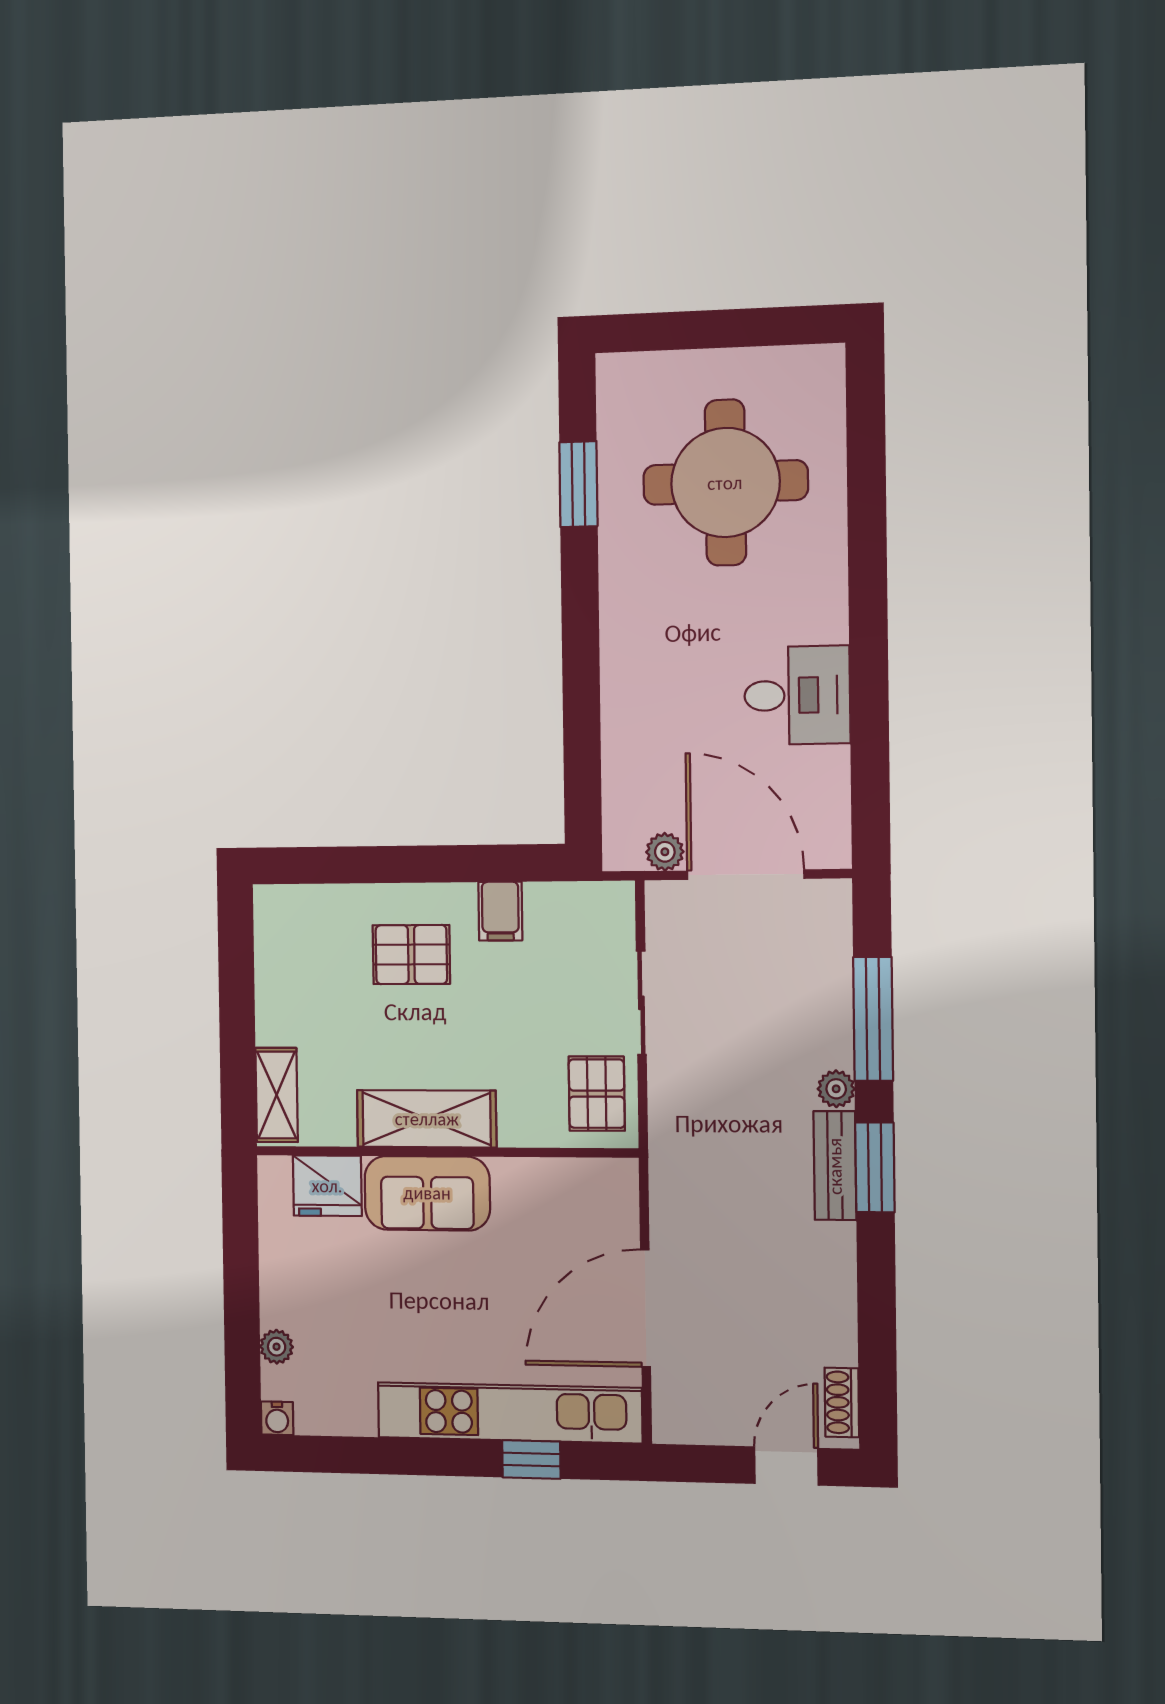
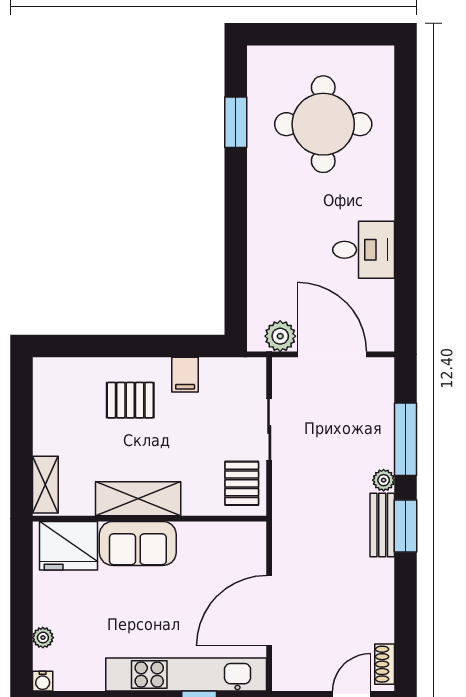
plant: (665, 852) -> (280, 336), width x1.38, depth x1.38
fridge: (327, 1186) -> (69, 546), width x1.36, depth x1.34

